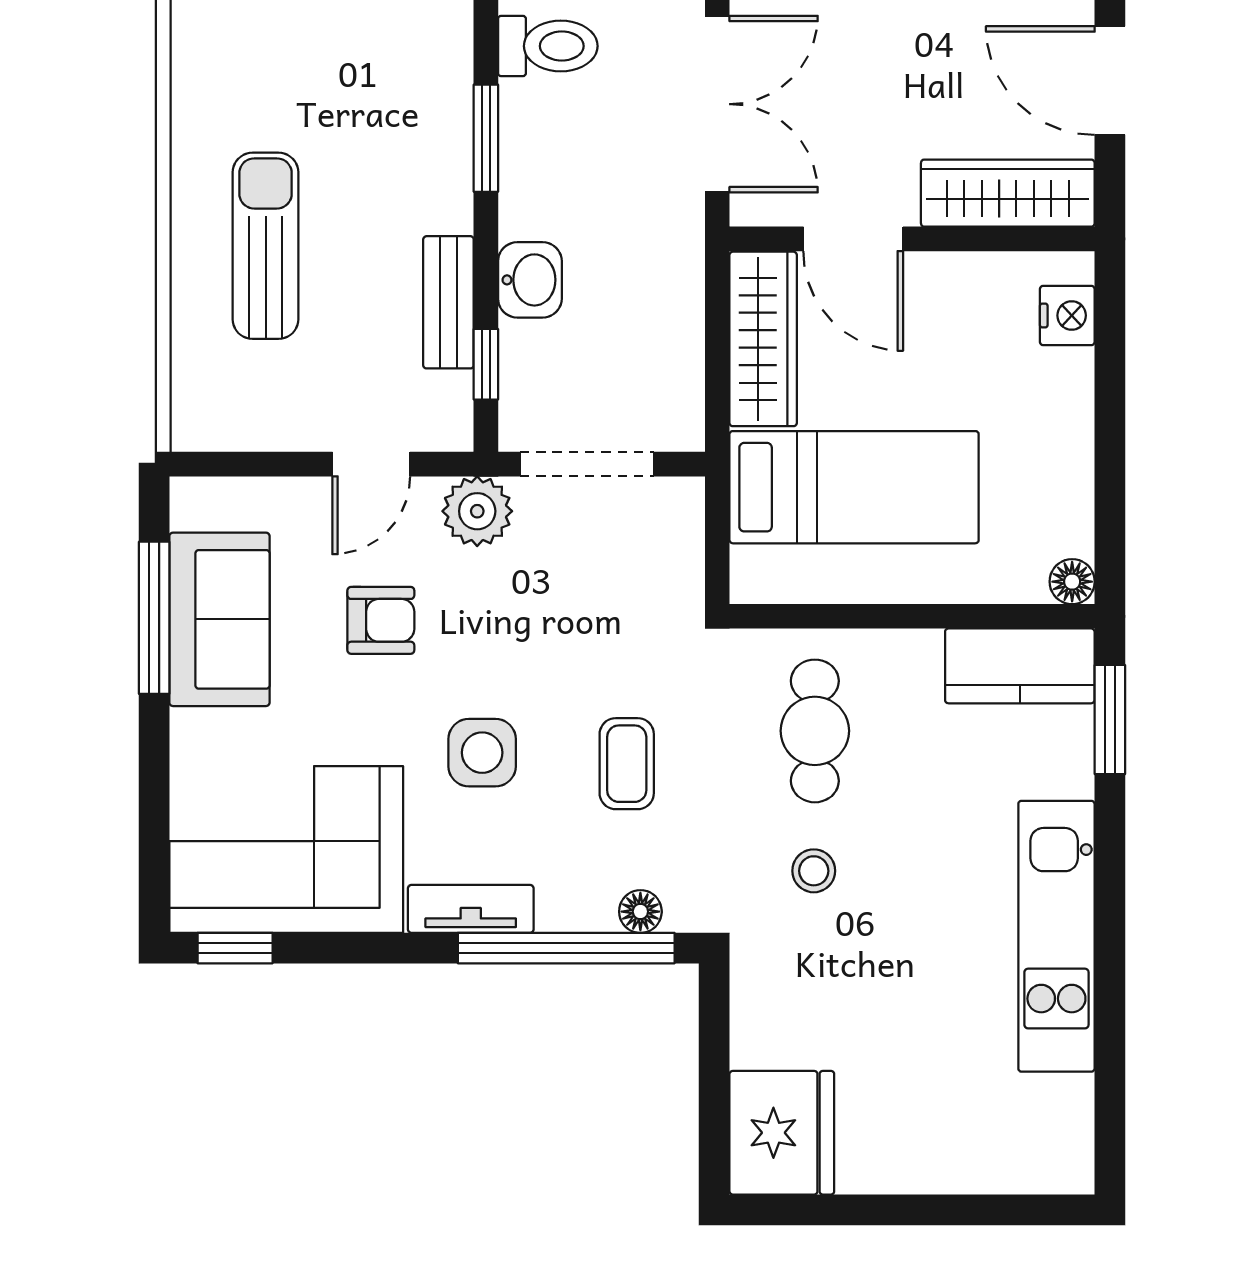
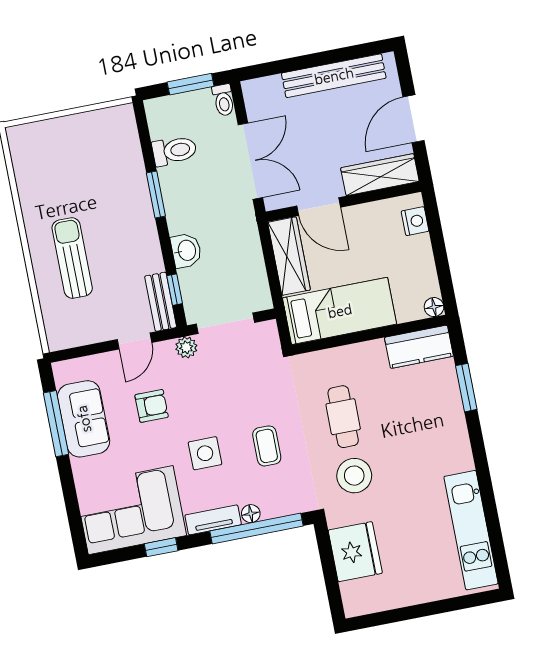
door: (1110, 81) -> (414, 119), hinge flipped
bench: (448, 302) -> (161, 302), moved
plant: (477, 511) -> (186, 347), width x0.73, depth x0.73
floor lamp: (1072, 582) -> (434, 307), moved
wall: (912, 616) -> (370, 335), moved
kitchen counter: (1020, 666) -> (419, 347), moved
stool: (814, 871) -> (354, 476), width x1.89, depth x1.89
floor lamp: (640, 912) -> (251, 514), moved
kitchen unit: (1056, 936) -> (471, 530), moved
window: (235, 948) -> (161, 547), moved
fridge: (782, 1133) -> (355, 552), moved

